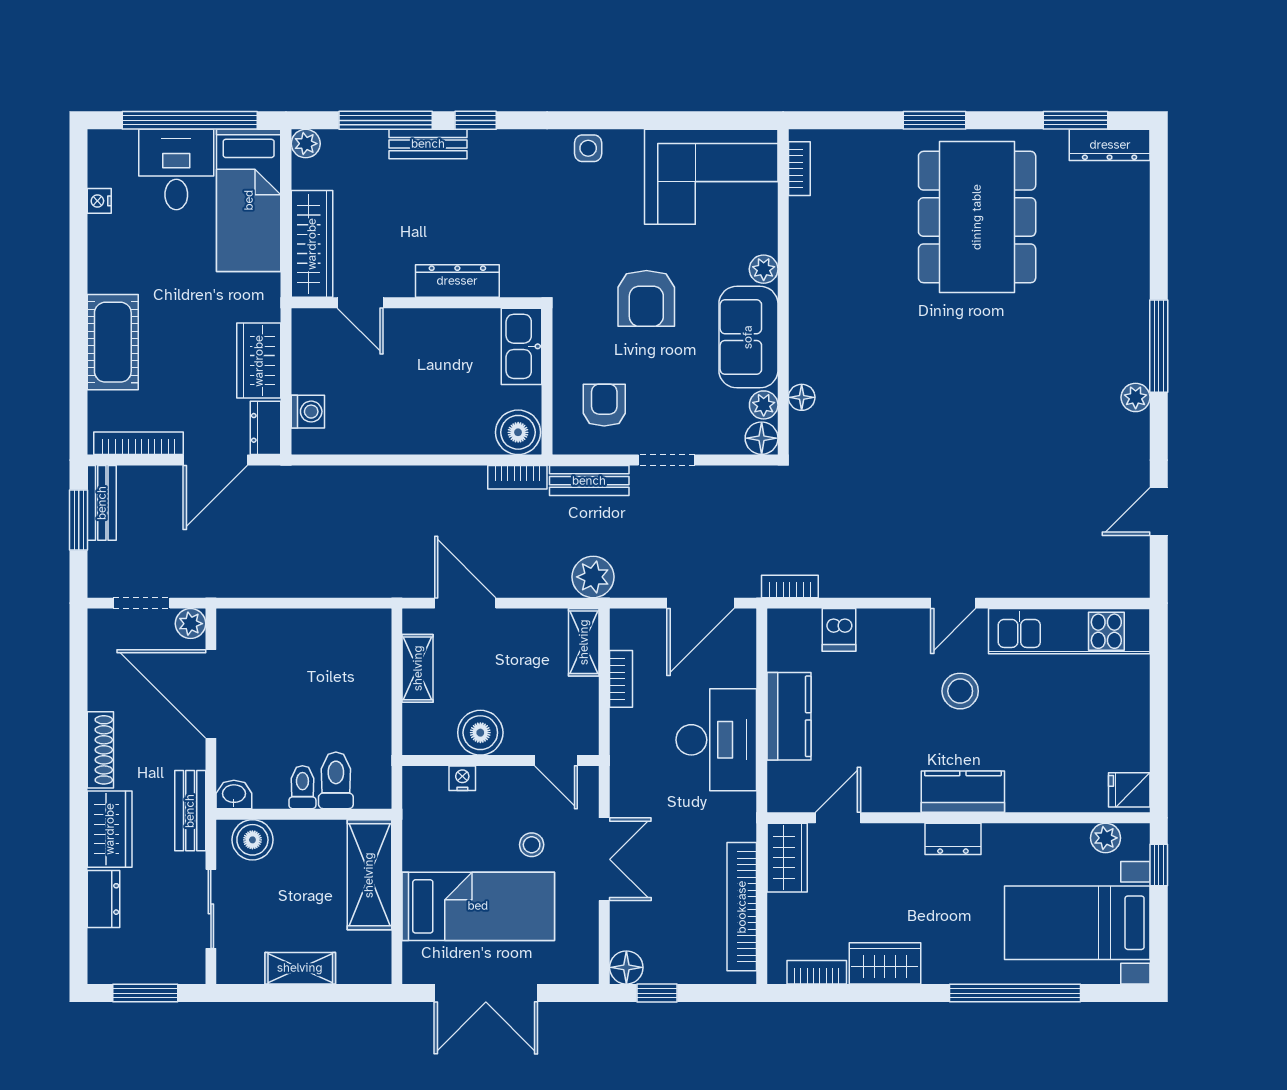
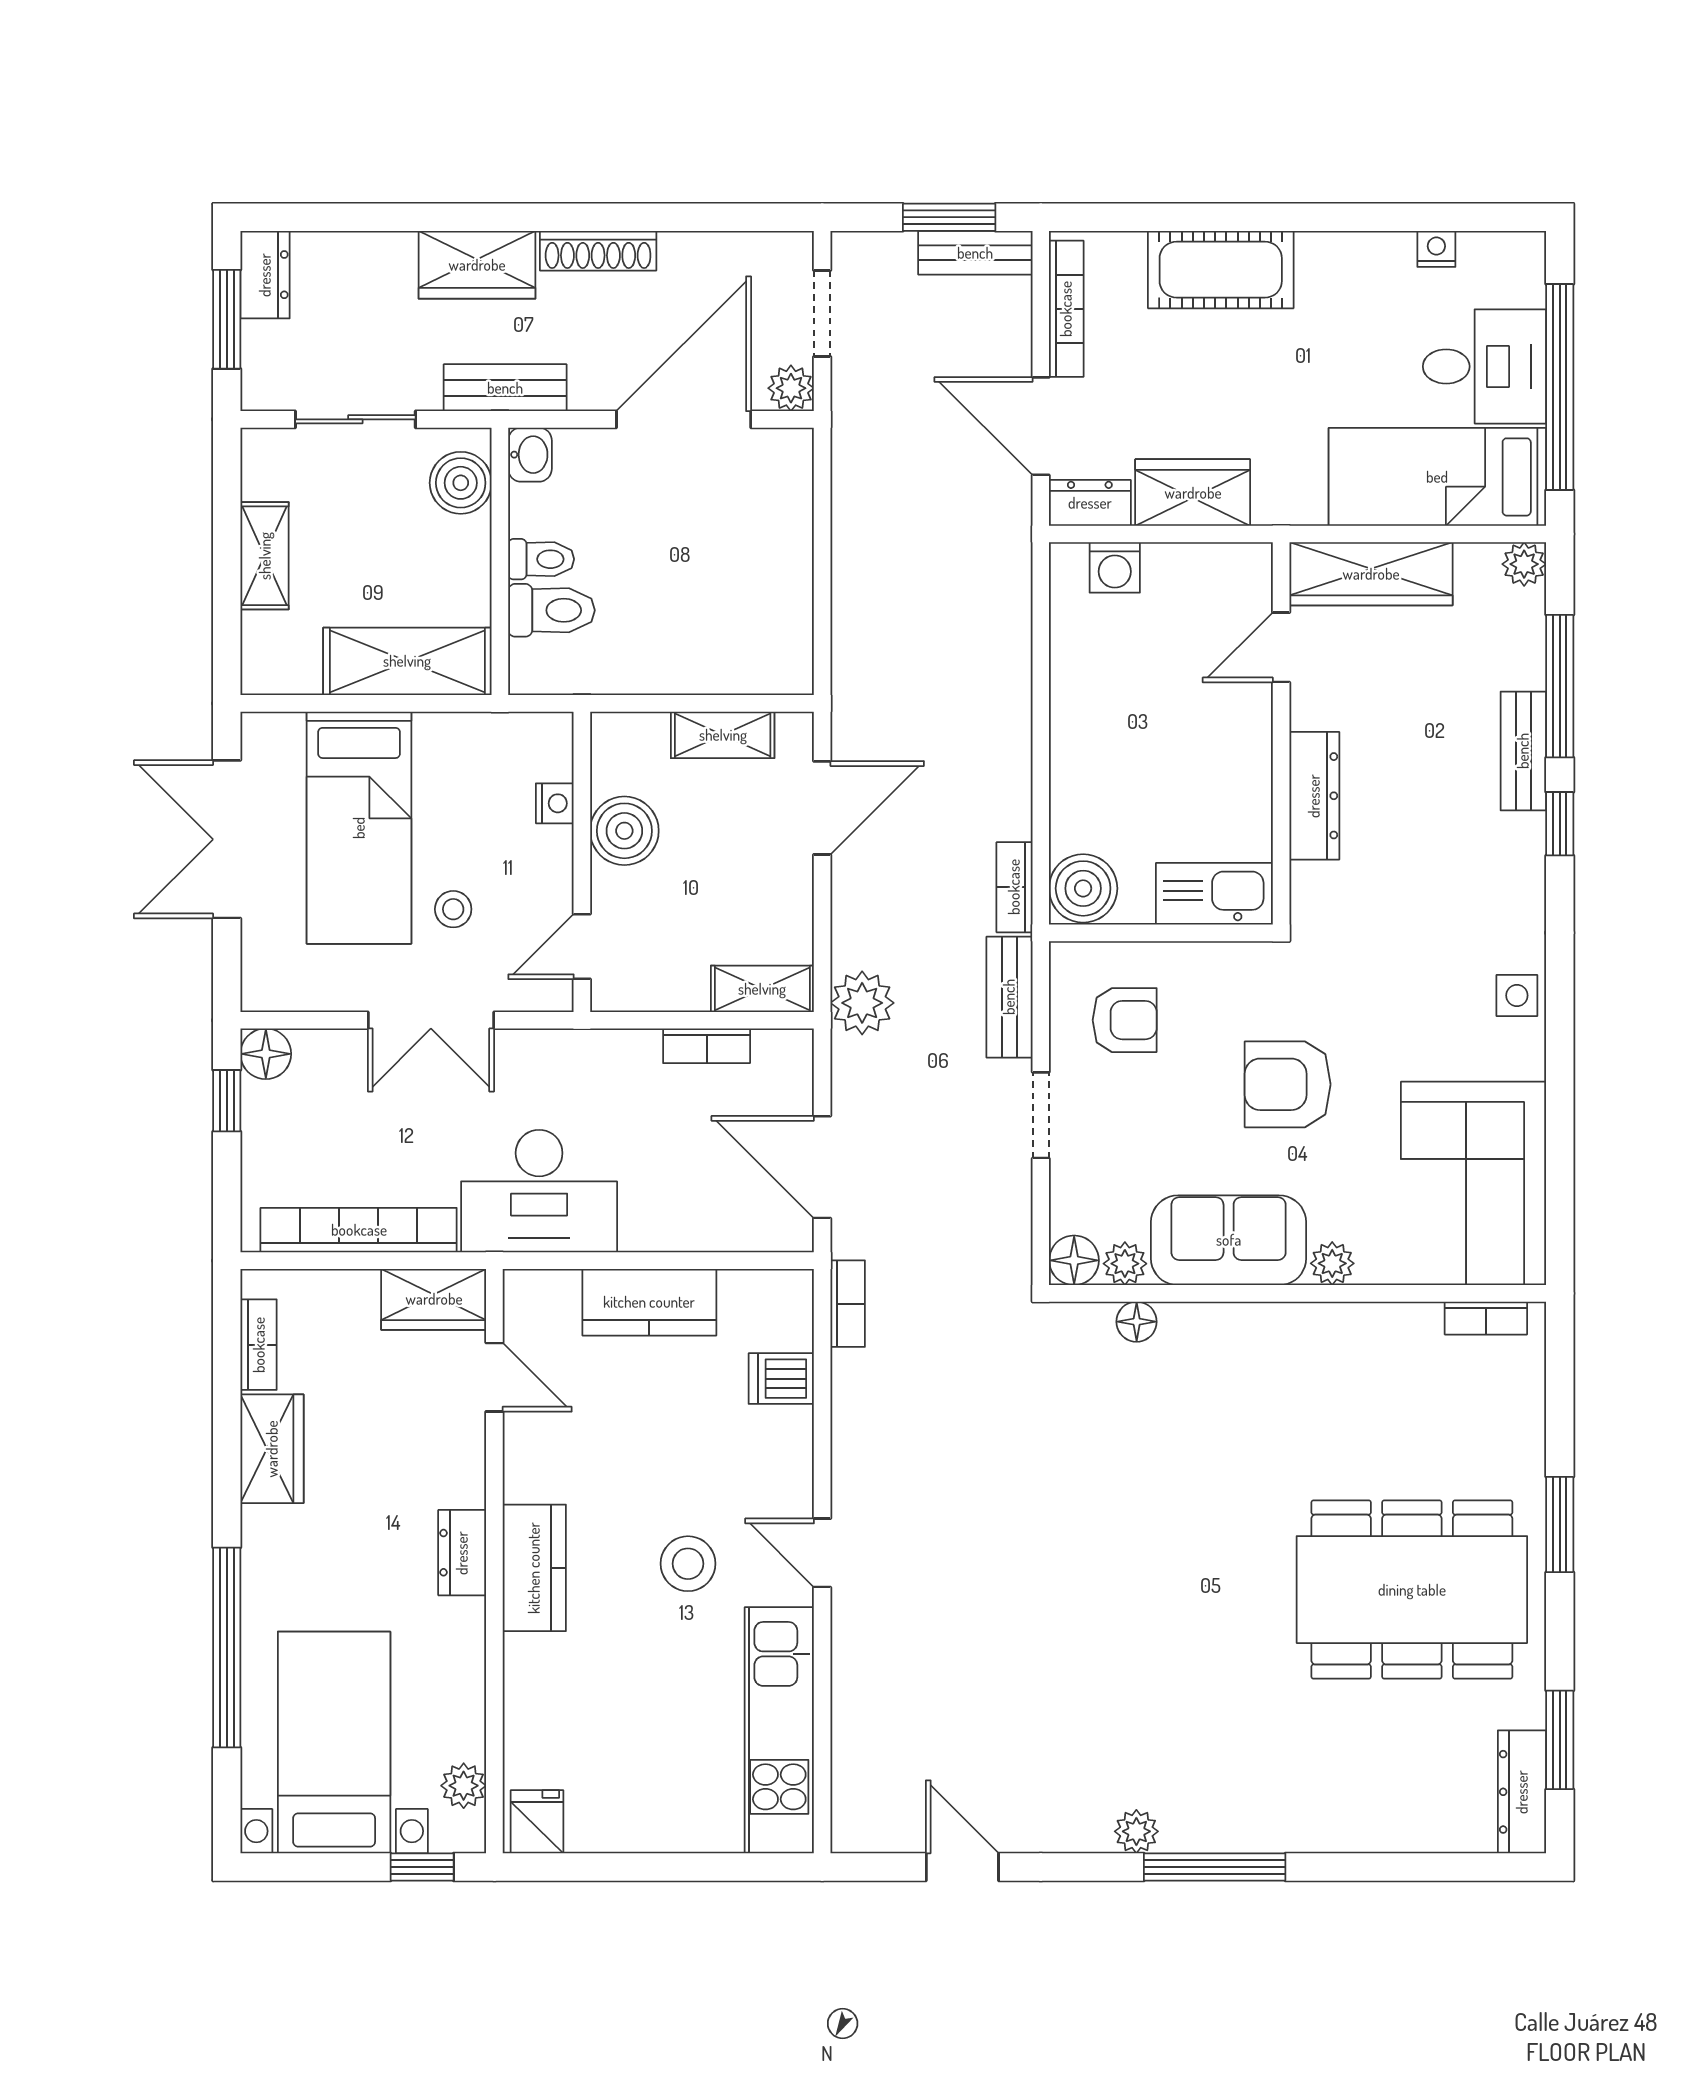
desk: (716, 740) -> (539, 1191), moved
dresser: (104, 899) -> (265, 275), moved, turned -90

